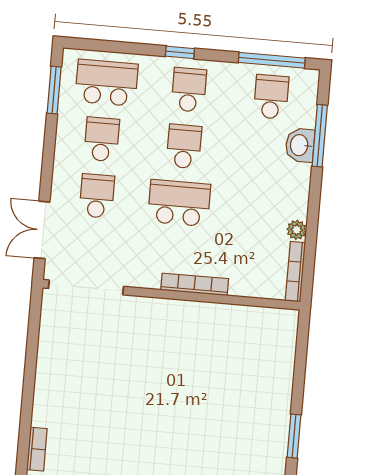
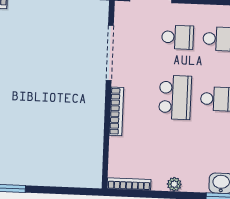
plant: (297, 230) -> (174, 184), moved
doorway: (86, 287) -> (110, 53), moved

